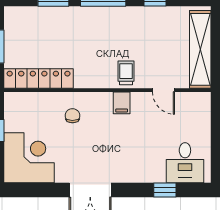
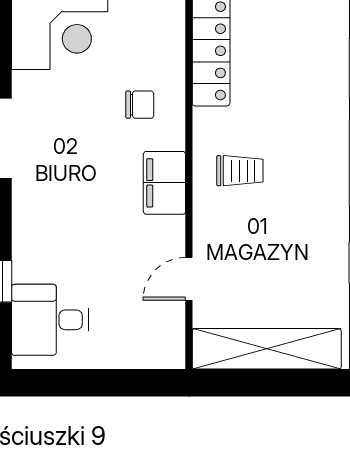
trolley: (126, 73) -> (240, 171), moved
filing cabinet: (122, 103) -> (164, 183), width x2.00

